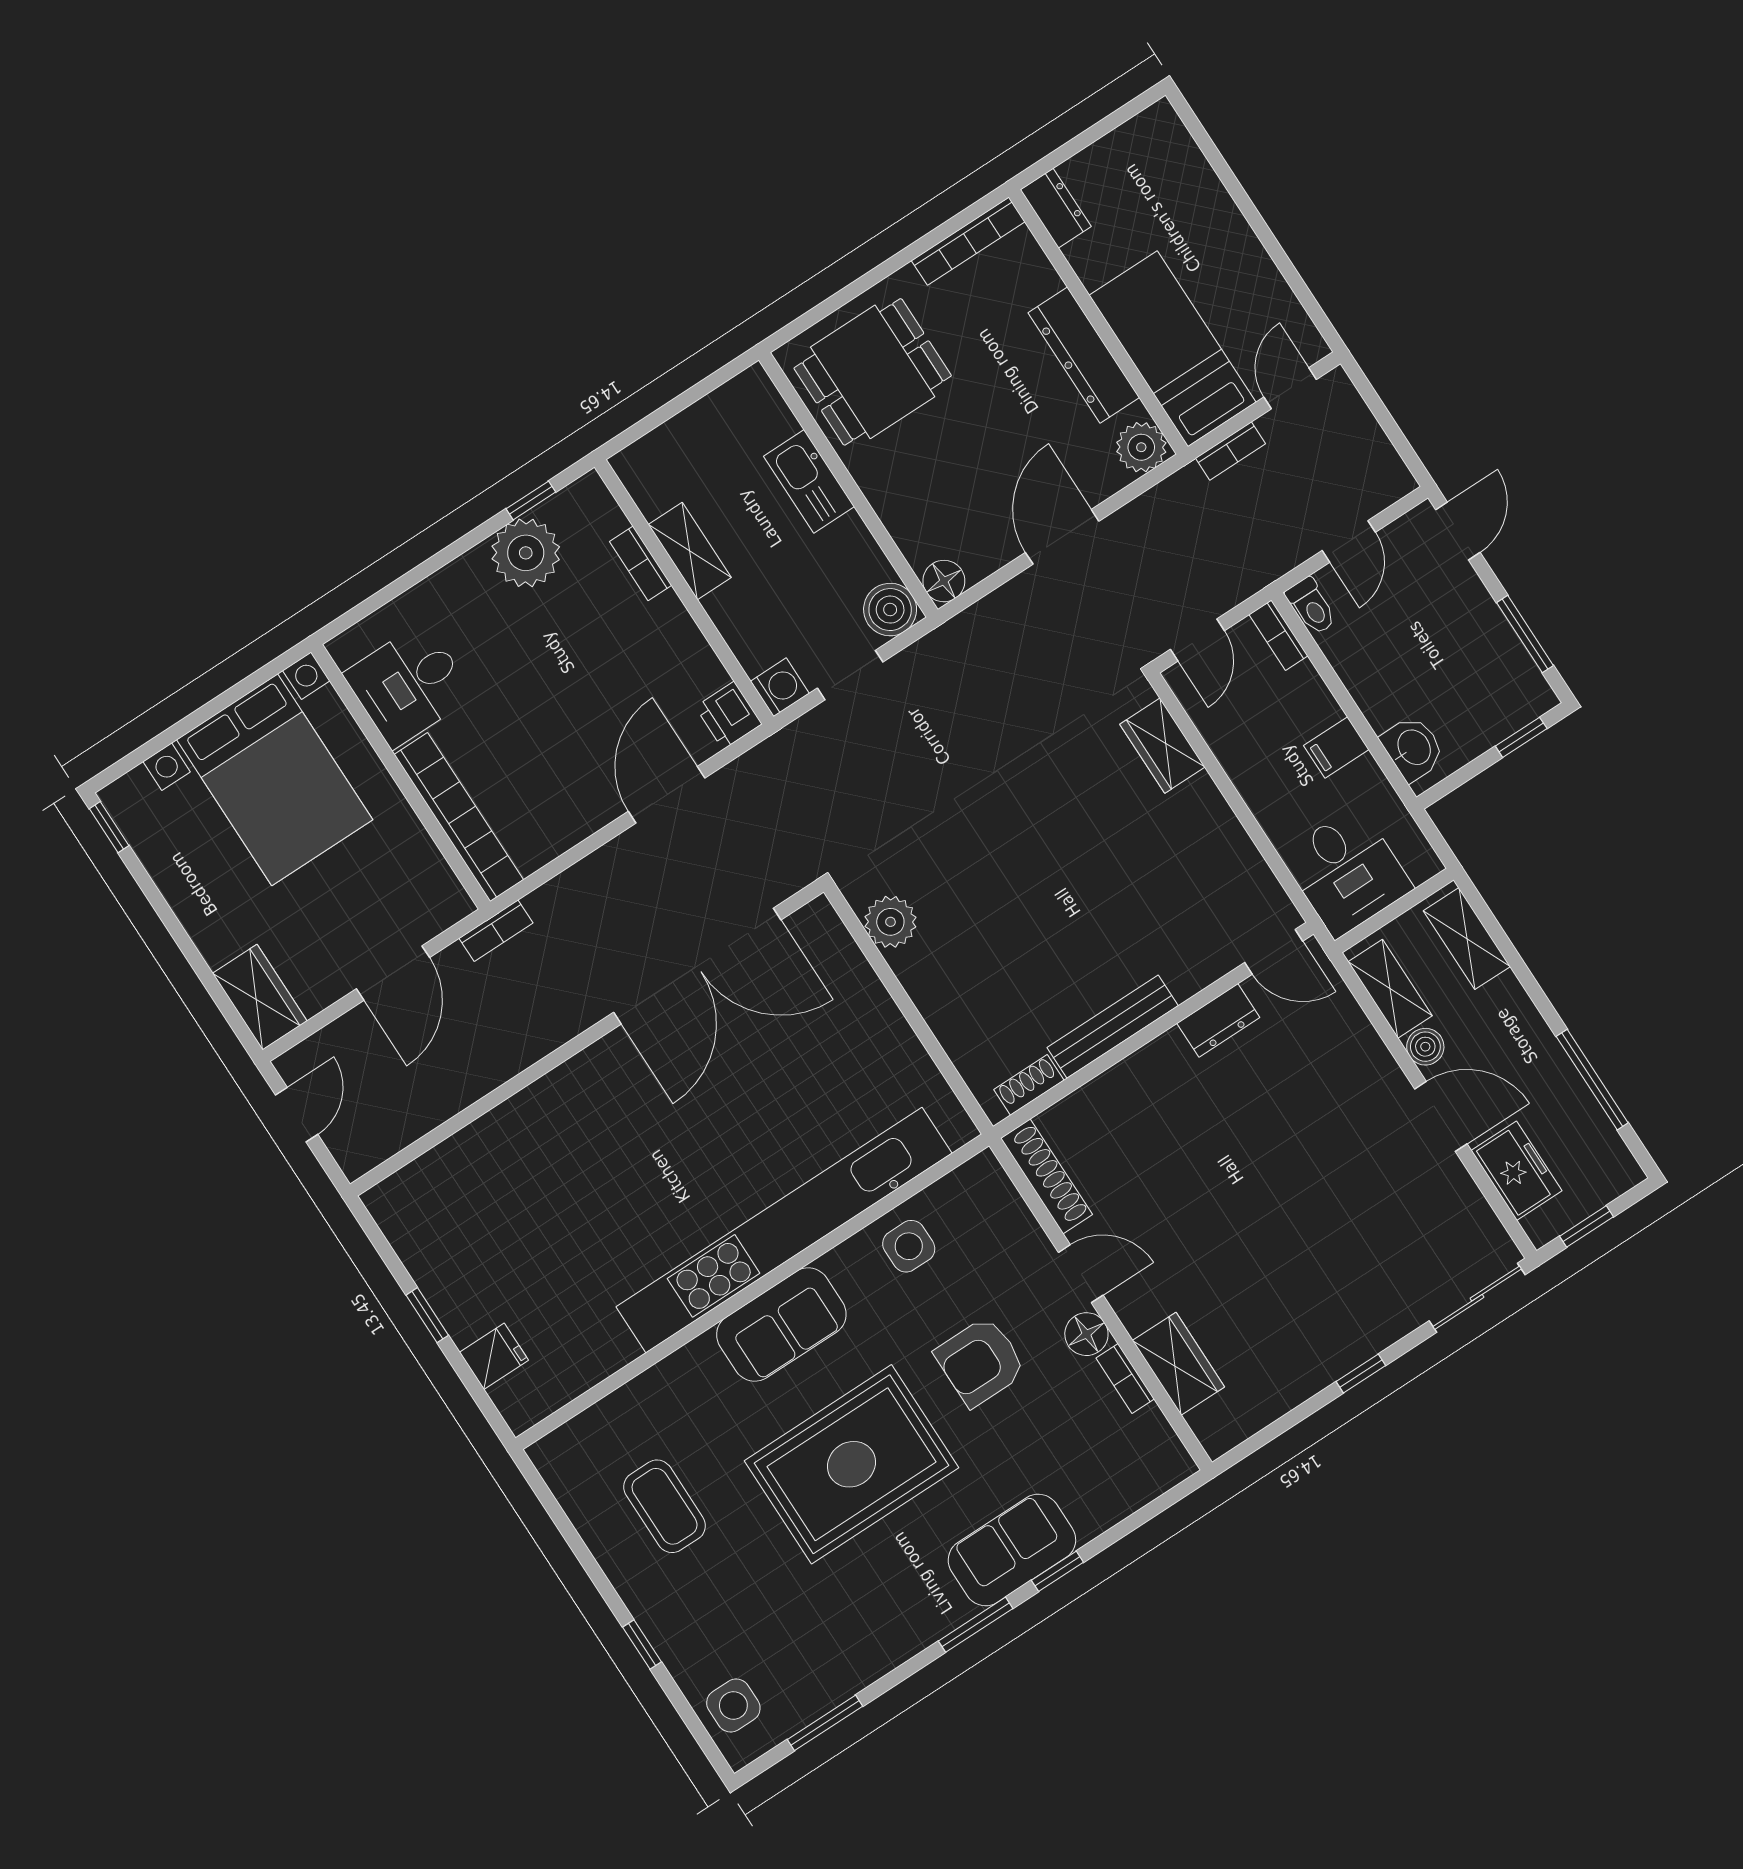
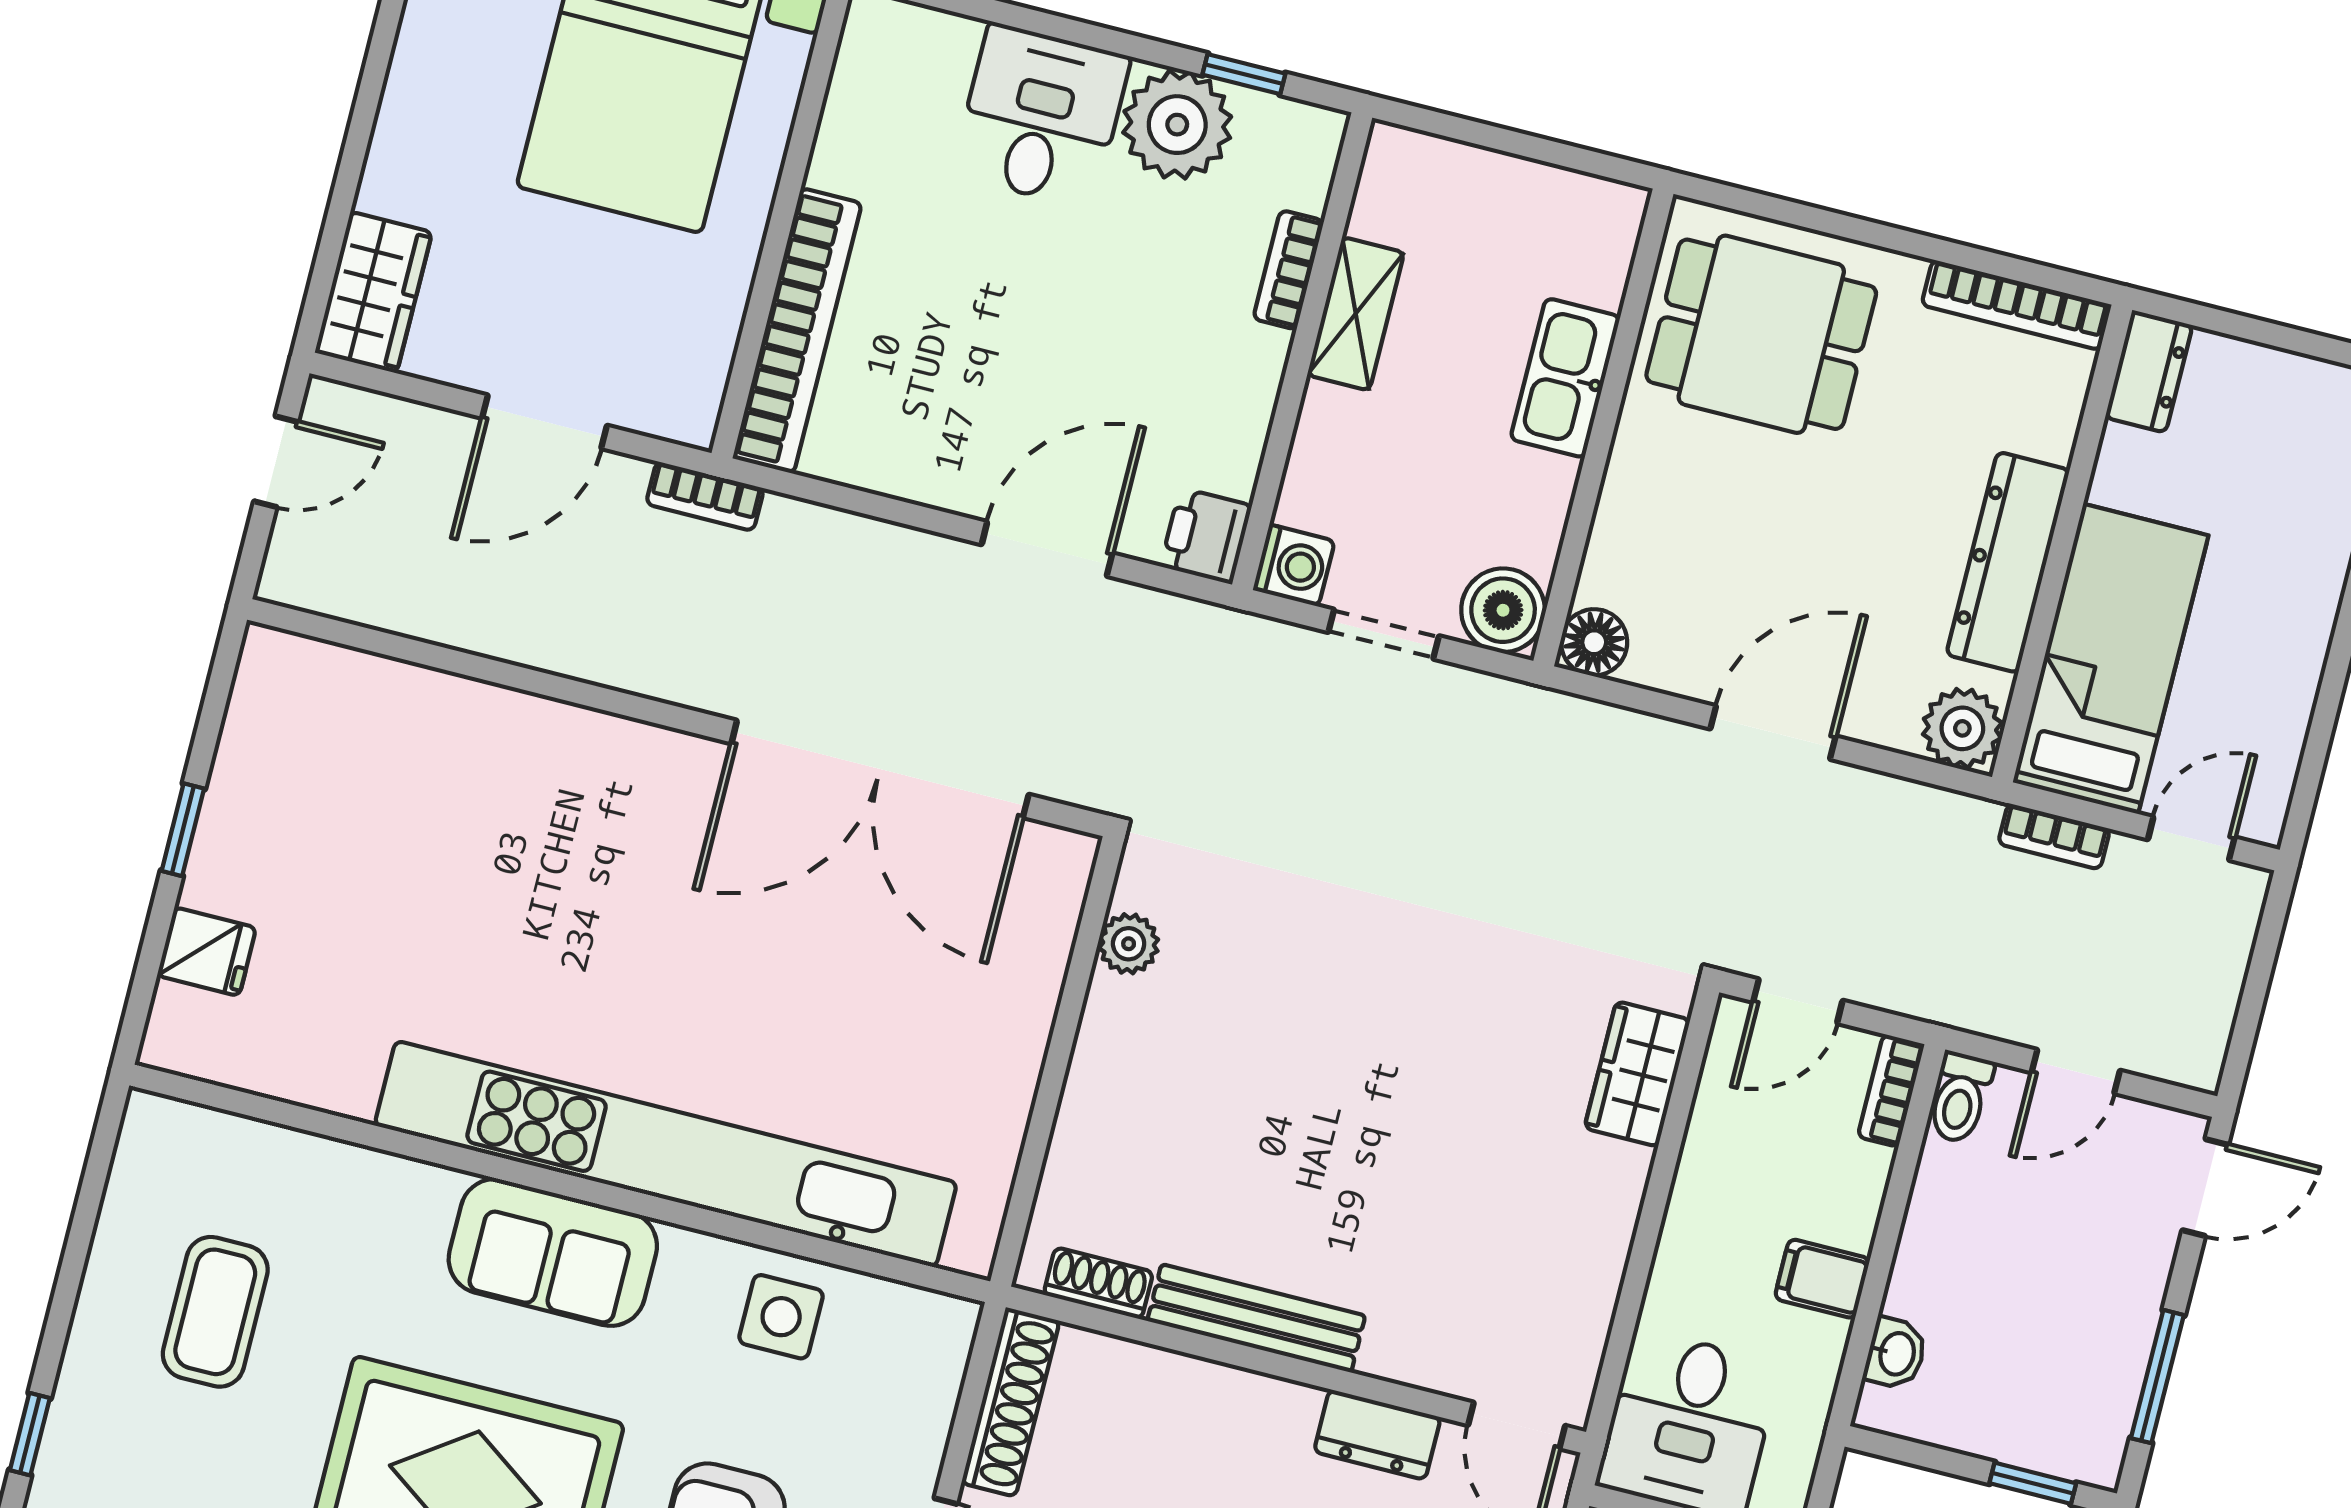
desk: (409, 685) -> (1041, 116), moved, turned 90
washbasin: (1413, 748) -> (1896, 1353), width x0.72, depth x0.69
plant: (890, 922) -> (1129, 944), width x0.73, depth x0.73

